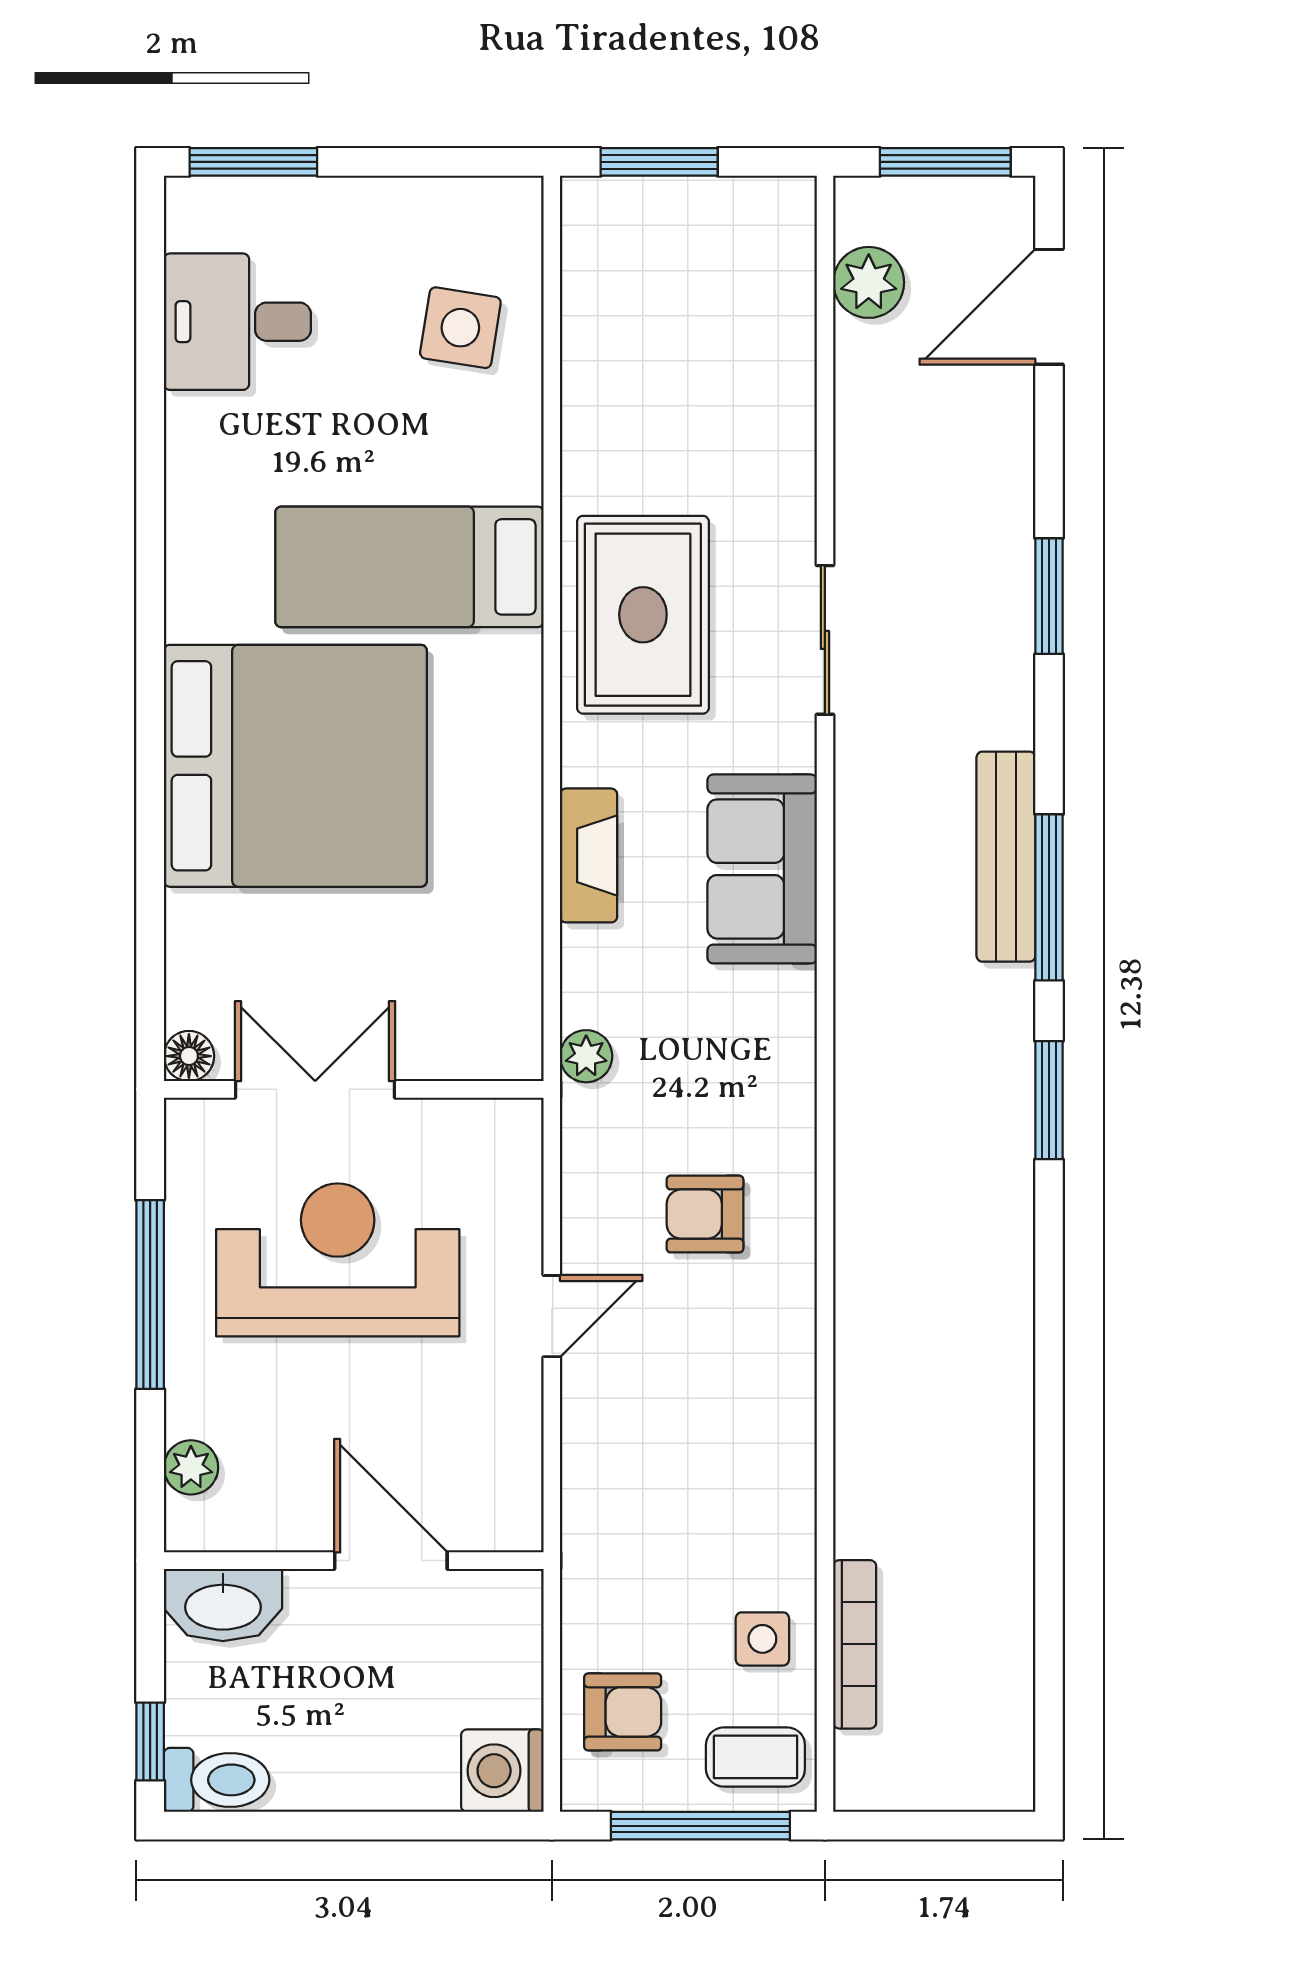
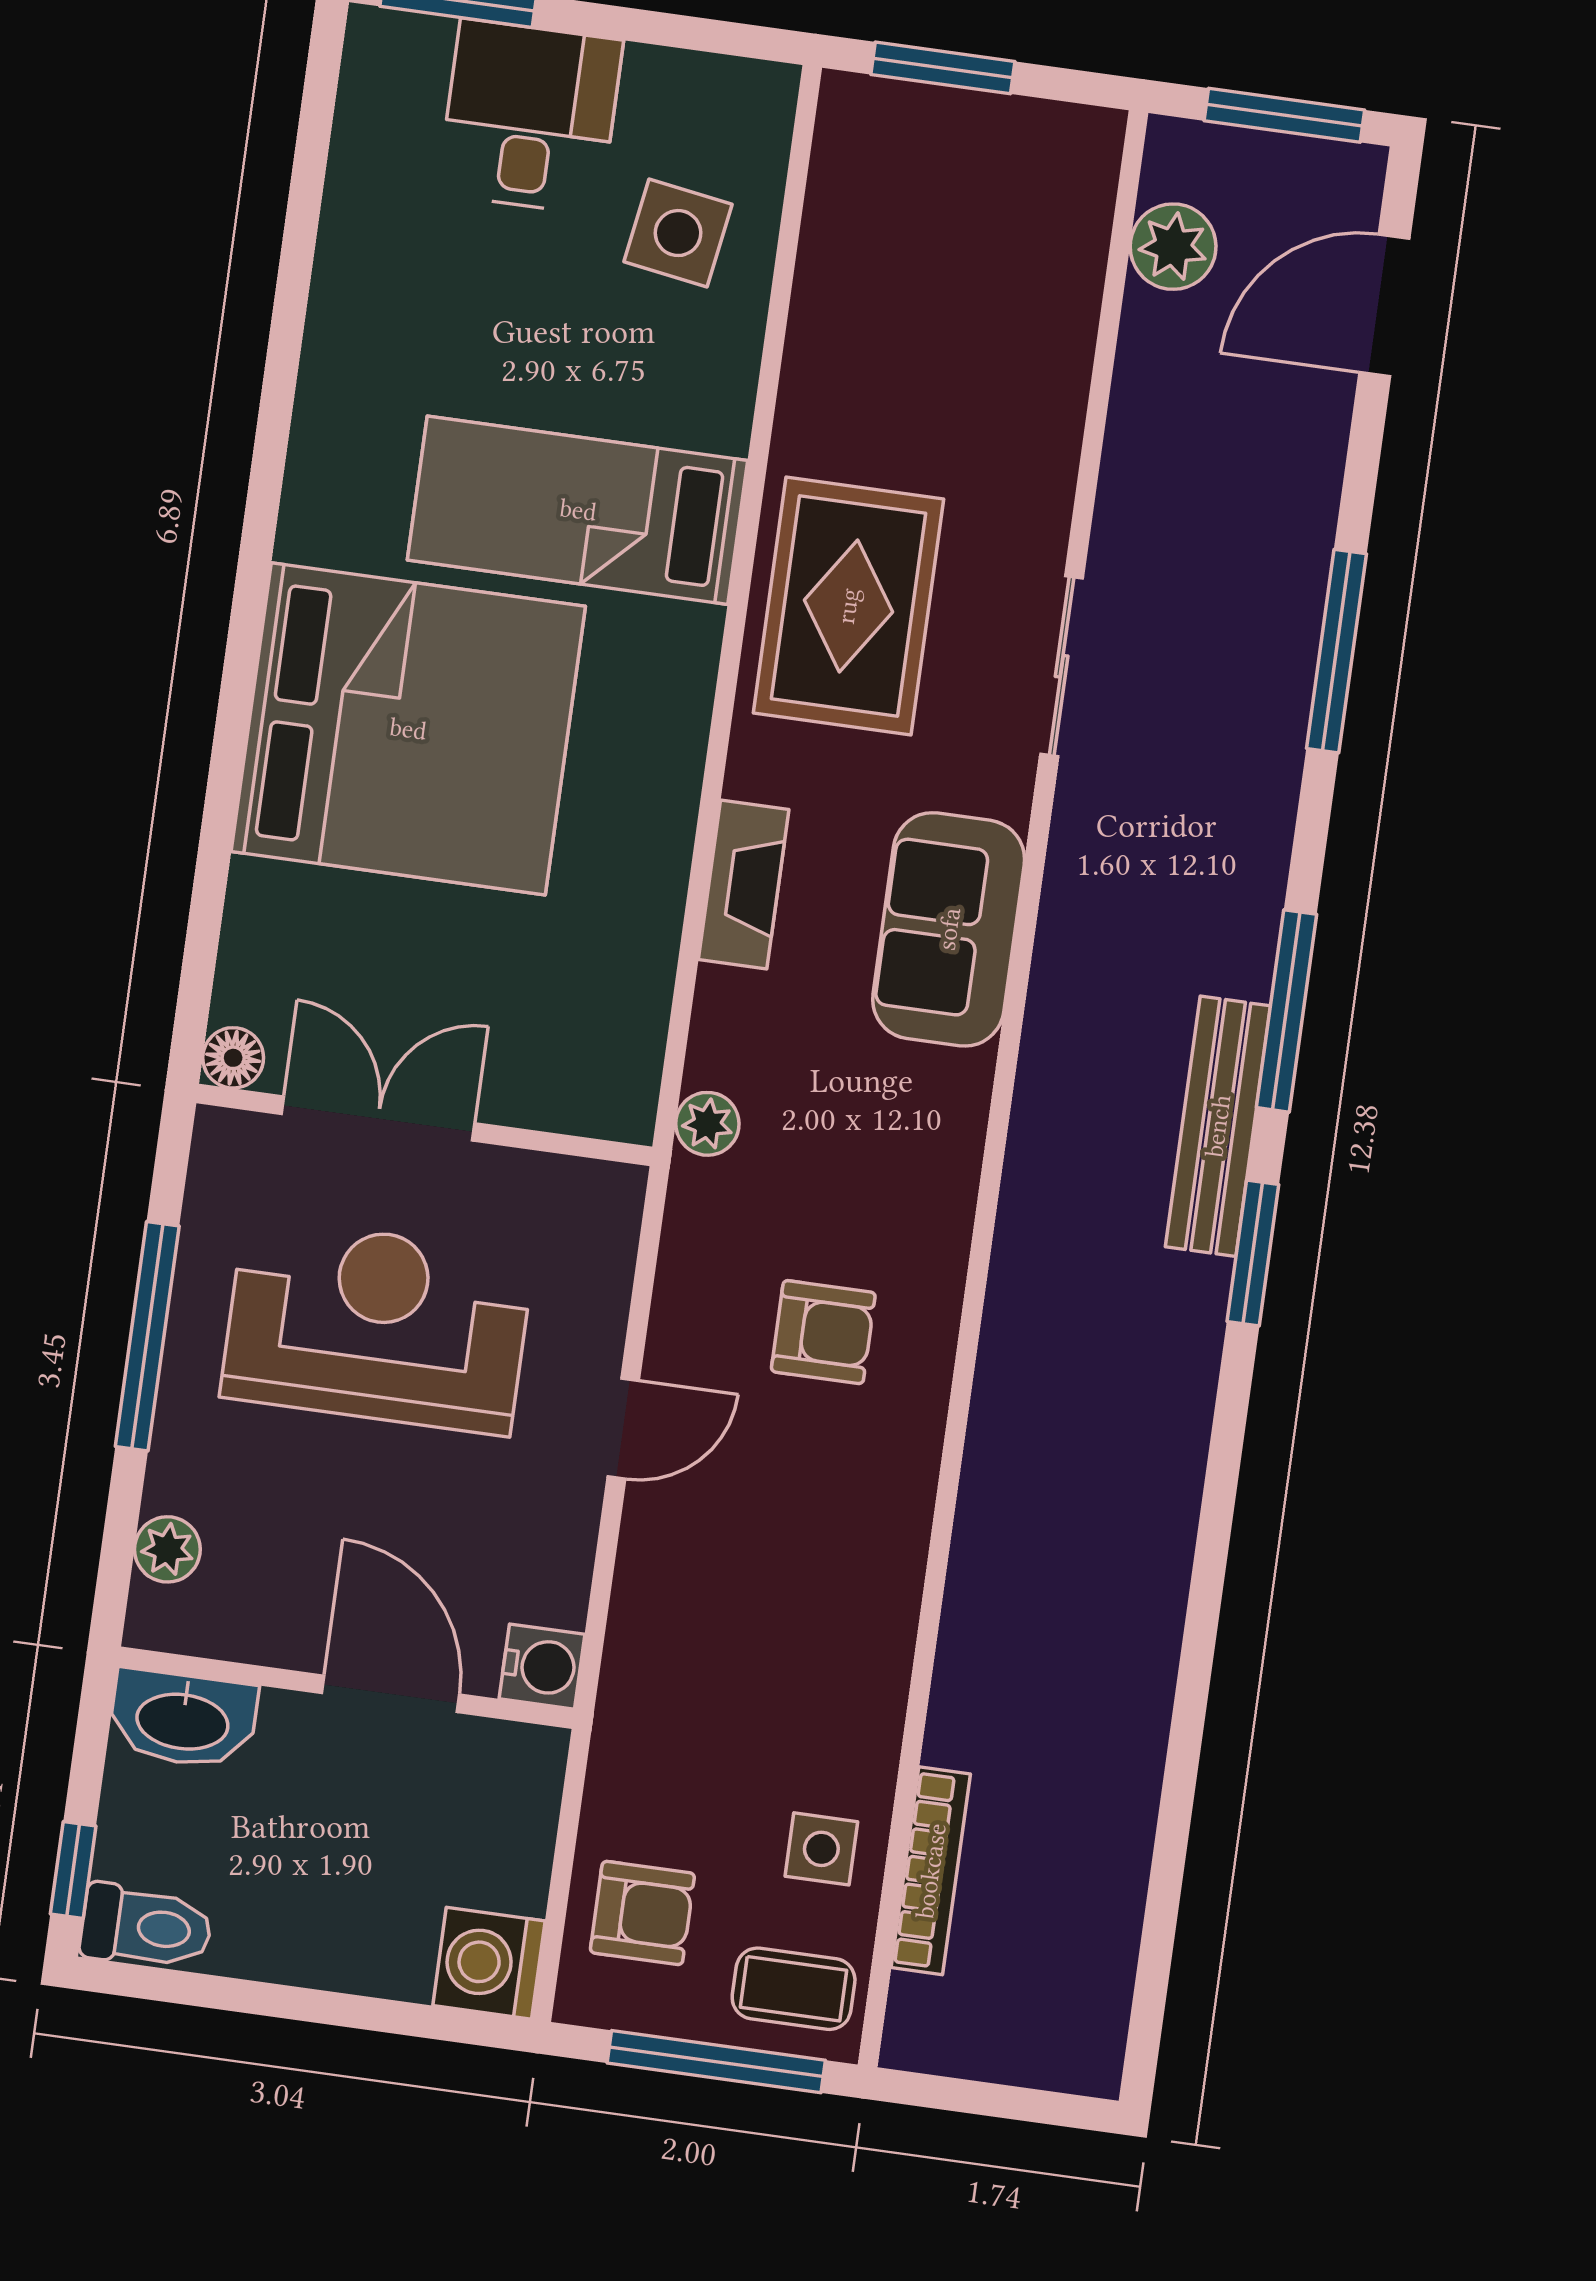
desk: (237, 322) -> (530, 117), moved, turned 90
window: (1049, 596) -> (1336, 651), width x1.44
bench: (1006, 857) -> (1218, 1126), moved
armchair: (705, 1214) -> (823, 1332), turned 180
water cooler: (512, 1521) -> (542, 1667), added

